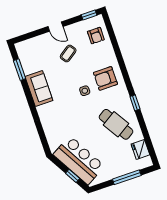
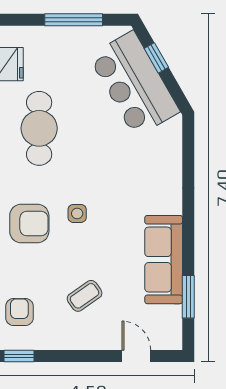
door: (55, 27) -> (136, 356), moved
sofa: (39, 89) -> (164, 260), width x1.36
cafe table: (116, 124) -> (39, 128), turned 32
window: (127, 177) -> (74, 20), moved

